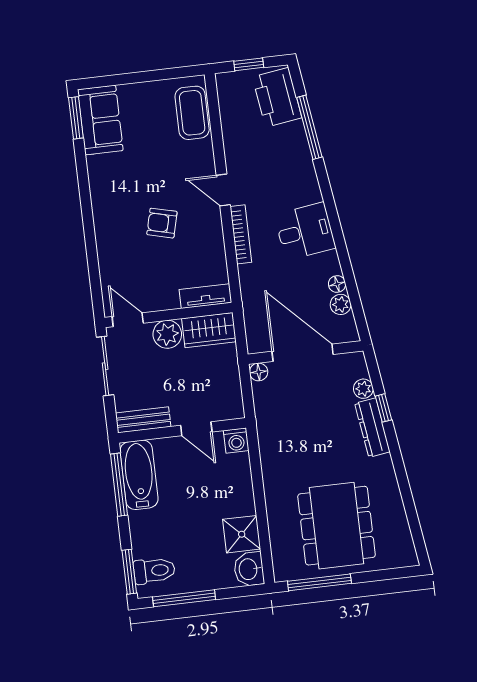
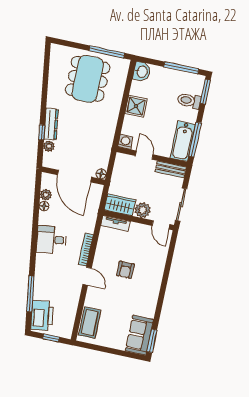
armchair: (162, 223) -> (125, 270), turned 76
shower: (242, 534) -> (136, 106), moved
toilet: (154, 571) -> (189, 101), moved

